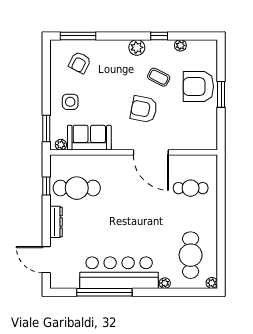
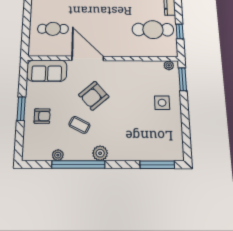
window: (159, 36) -> (78, 164), width x3.17
armchair: (80, 63) -> (155, 139), removed
armchair: (198, 87) -> (42, 116), width x0.53, depth x0.53
armchair: (144, 109) -> (94, 96), turned 128
sofa: (89, 138) -> (47, 71), moved

